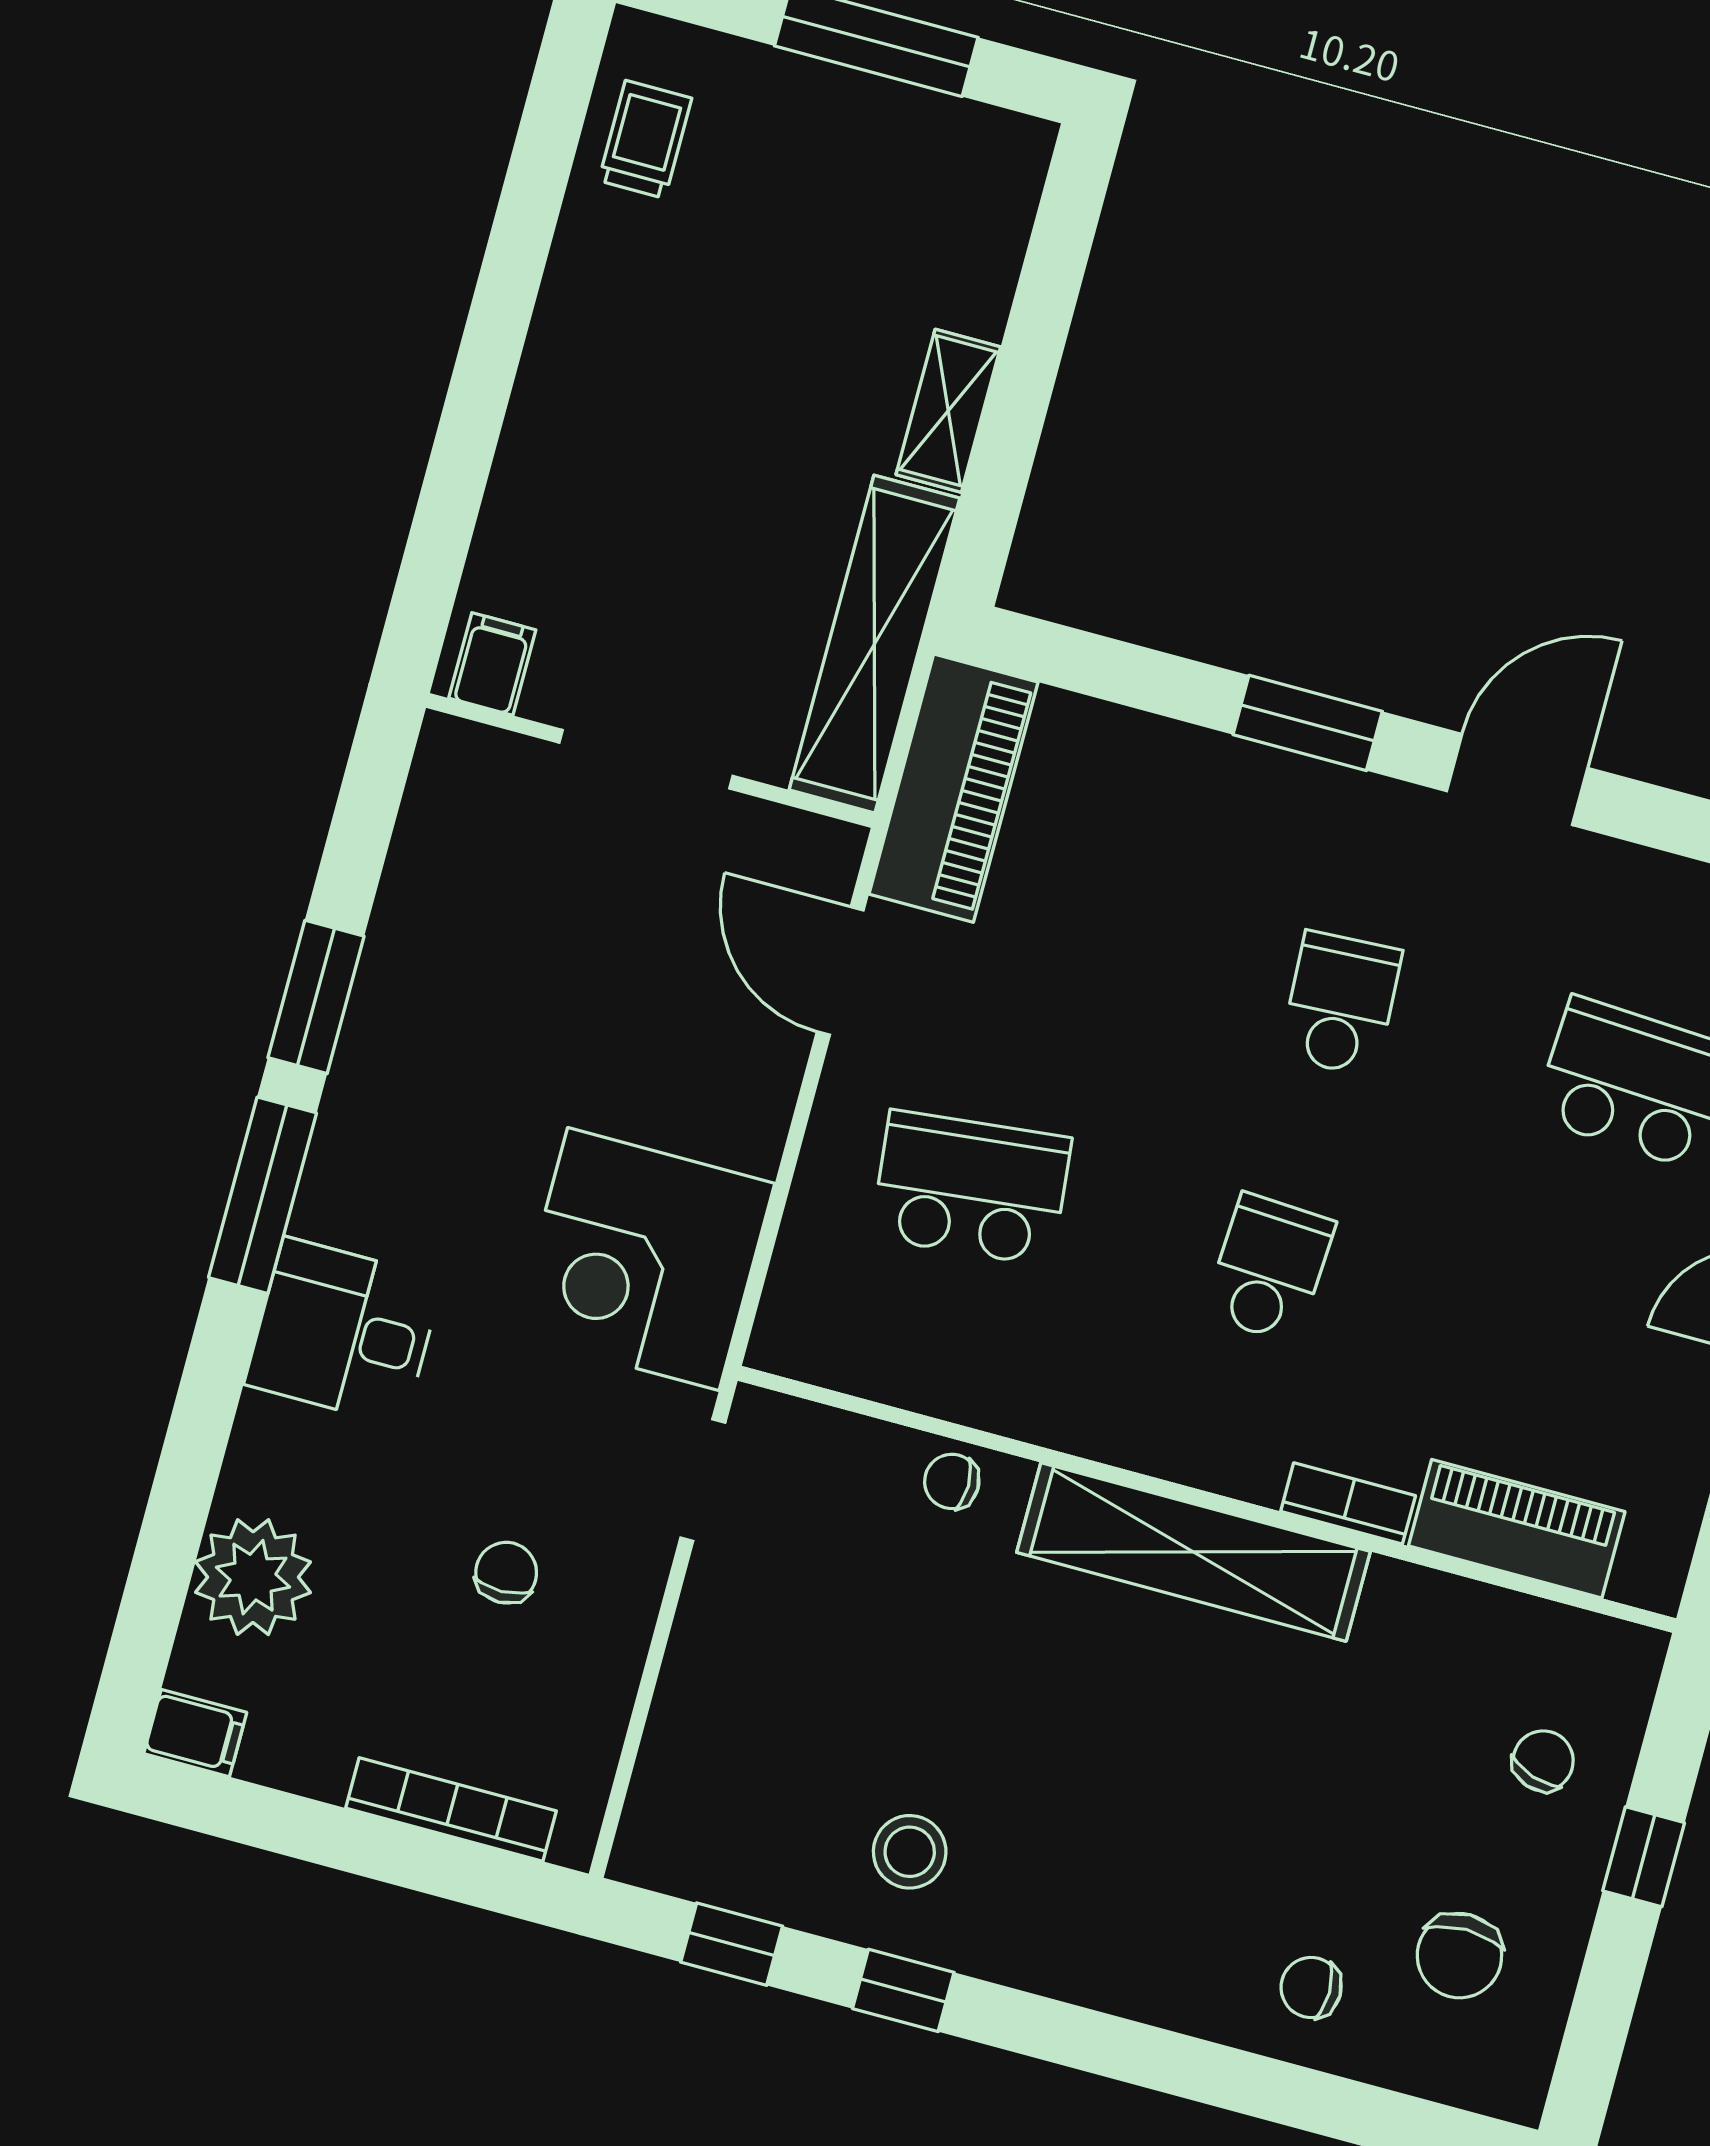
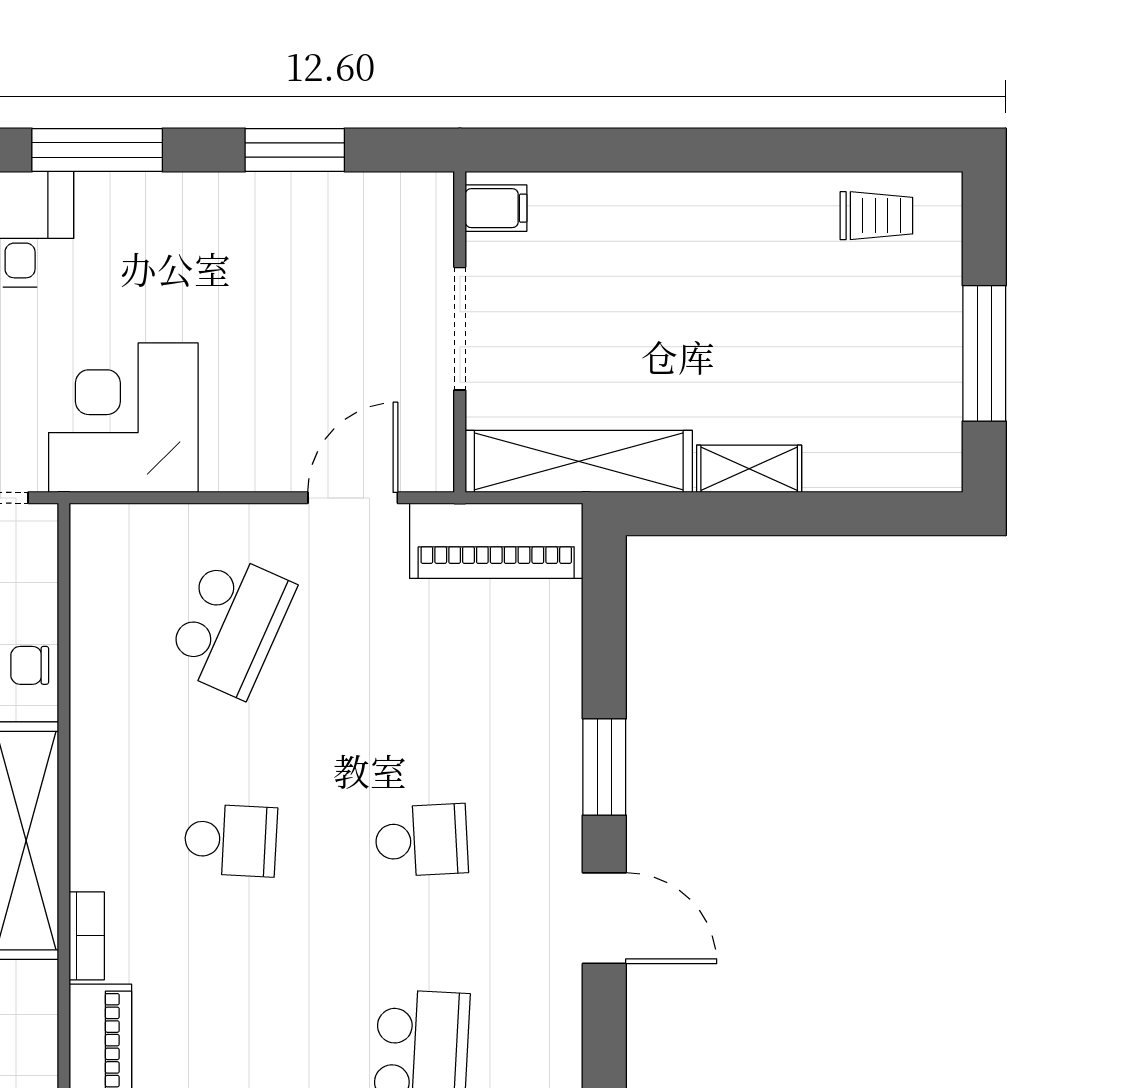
window: (316, 997) -> (295, 150), moved
school desk: (971, 1188) -> (231, 625), turned 30
chair: (952, 1481) -> (30, 665), turned -90

